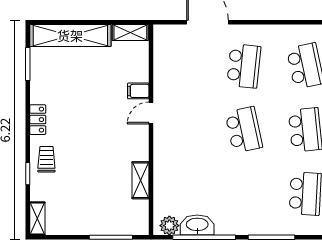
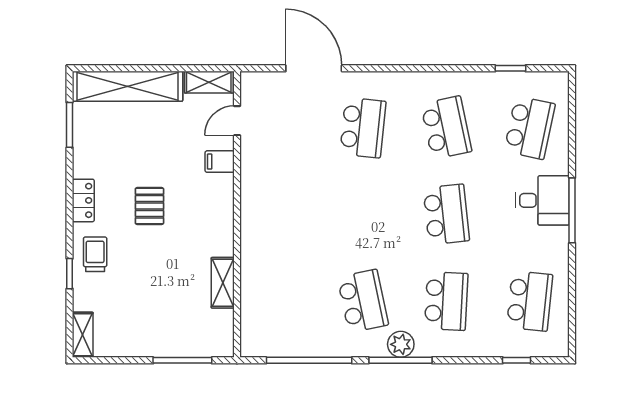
door: (151, 113) -> (237, 121), moved
pallet: (87, 124) -> (149, 206), added
school desk: (244, 130) -> (363, 301), moved
washbasin: (197, 225) -> (300, 344), removed
plant: (169, 226) -> (401, 344), moved

